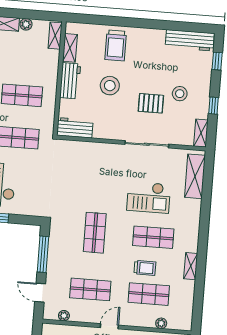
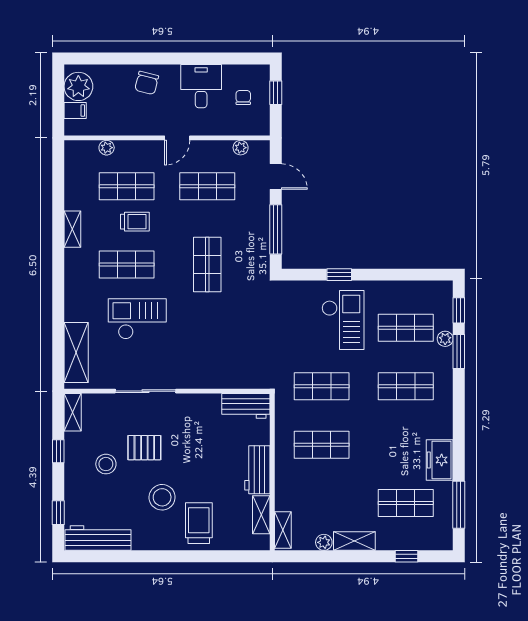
stool: (110, 86) -> (162, 497), moved
trolley: (145, 268) -> (135, 222), turned 180

